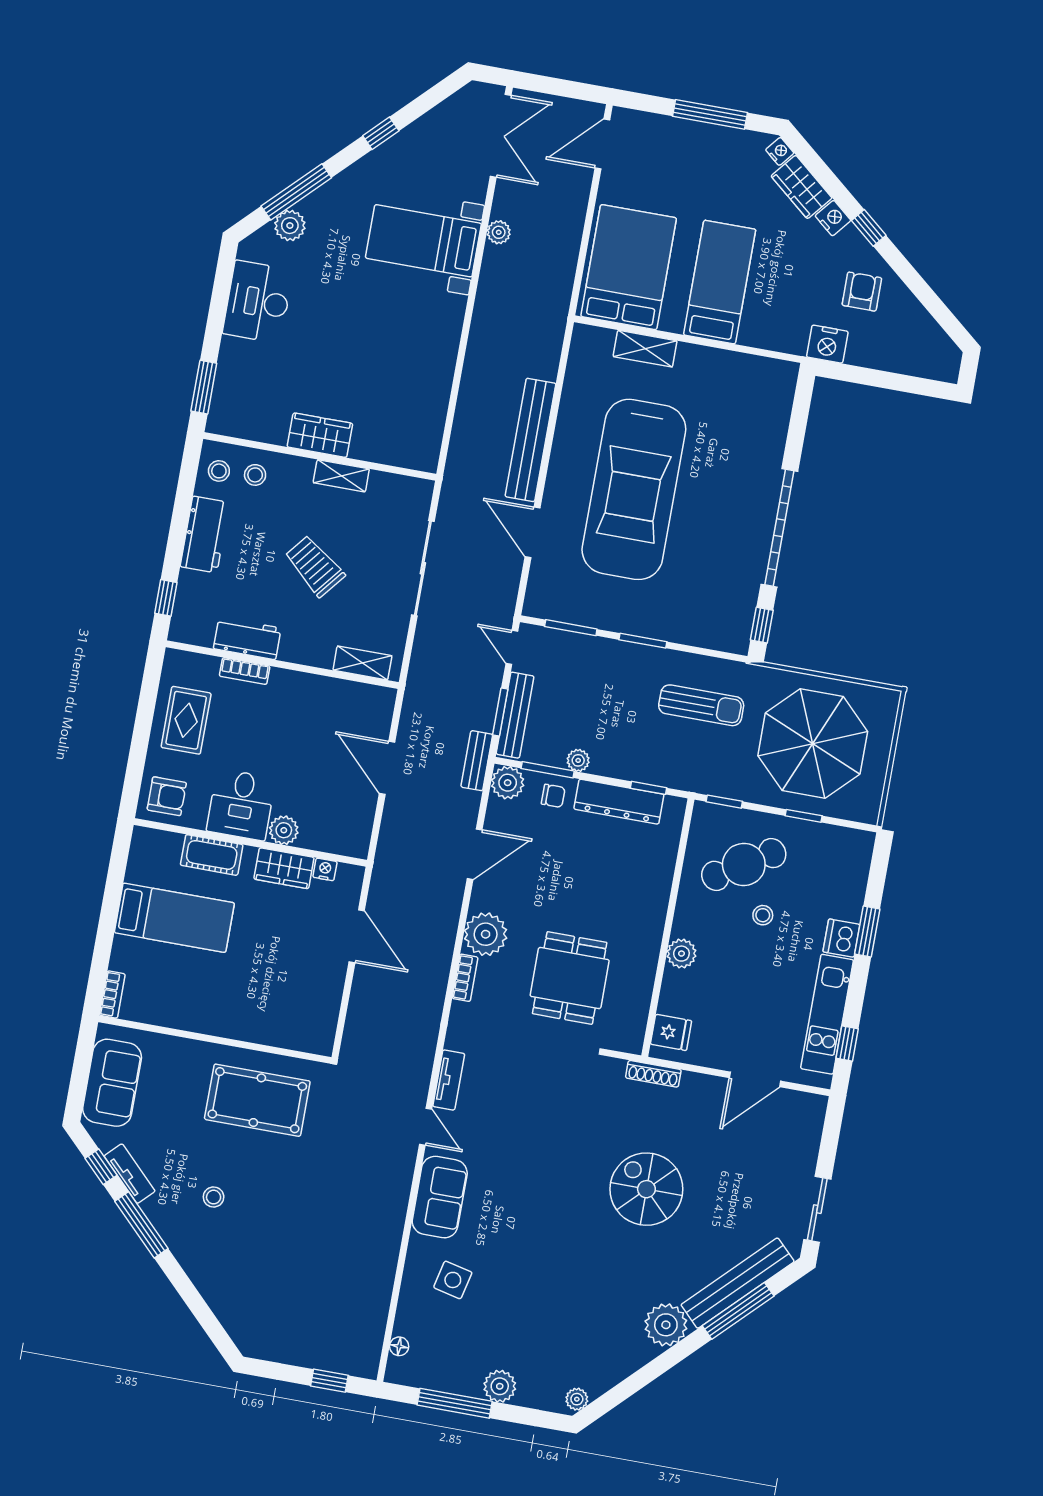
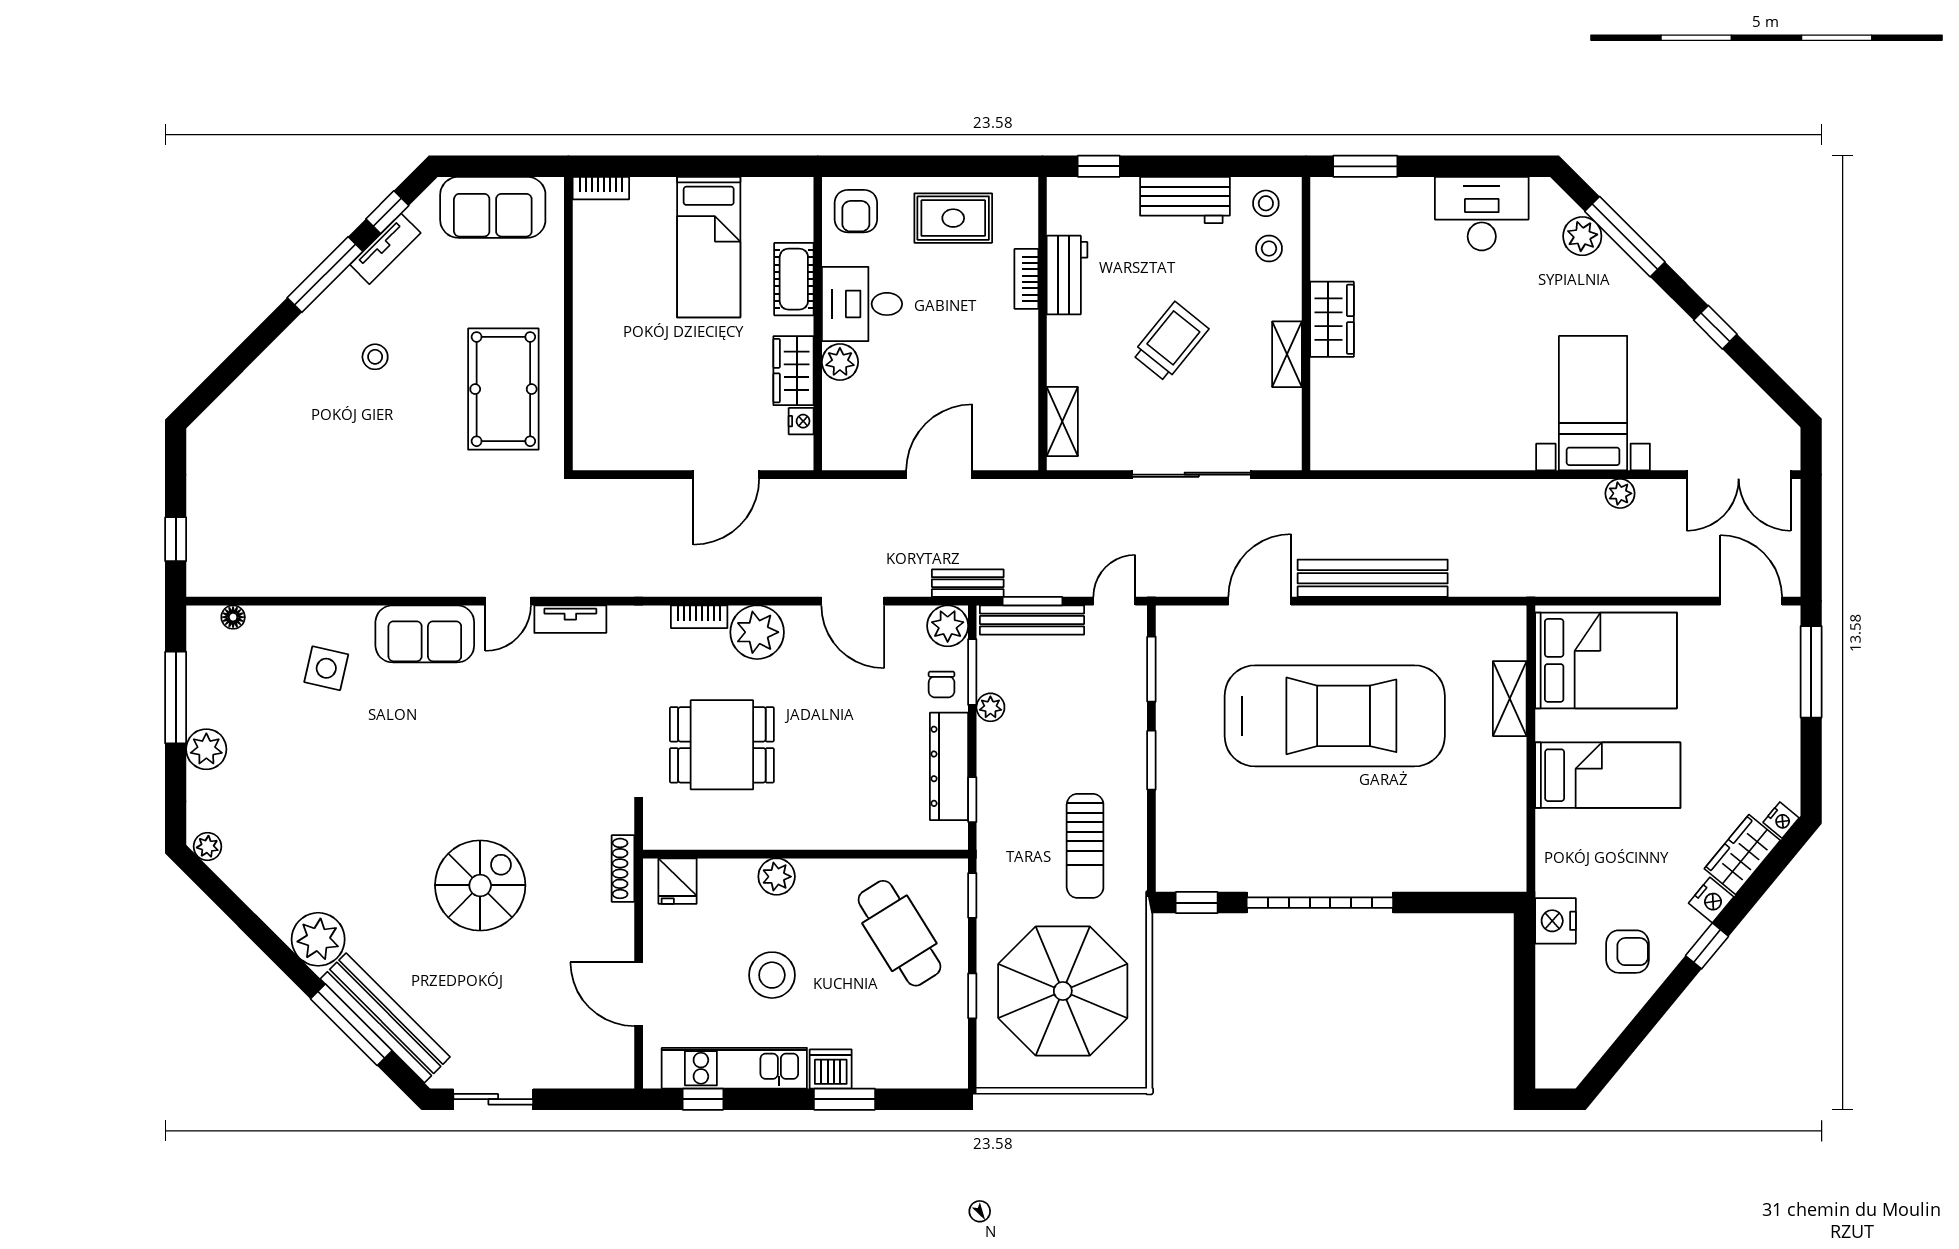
window: (710, 114) -> (1811, 672), moved
car: (634, 489) -> (1335, 716), turned 180
stool: (763, 915) -> (772, 975), moved, width x1.89, depth x1.89

